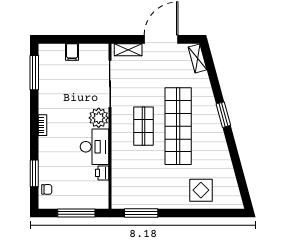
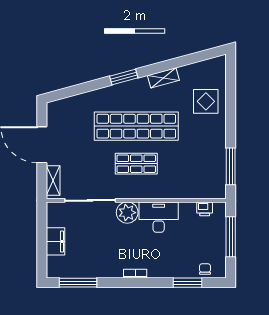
filing cabinet: (72, 52) -> (56, 241), width x2.00
shelving: (198, 58) -> (163, 78), moved
printer: (102, 173) -> (205, 209), moved

